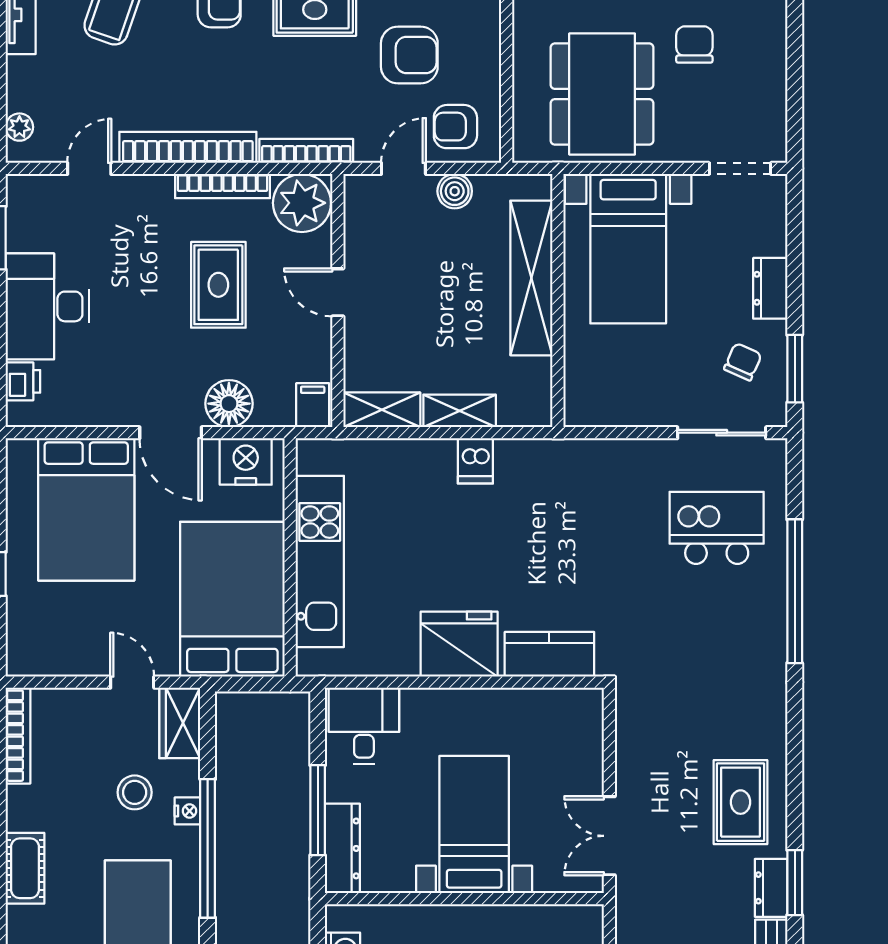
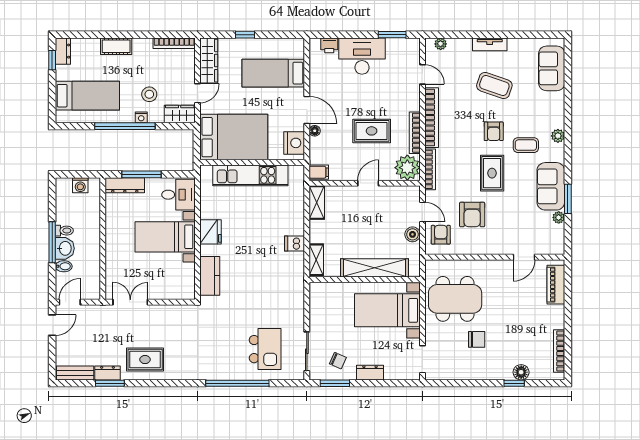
floor lamp: (229, 404) -> (315, 131), width x0.53, depth x0.53
shelving: (460, 411) -> (316, 260), moved
door: (171, 433) -> (307, 110), swing flipped
bed: (86, 509) -> (273, 73), width x0.67
fridge: (459, 644) -> (211, 232), width x0.73, depth x0.75
wardrobe: (58, 657) -> (209, 61), added
bed with nightstands: (474, 825) -> (165, 237), moved, turned 180

